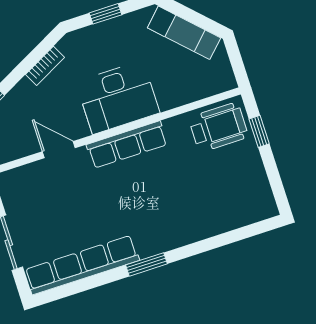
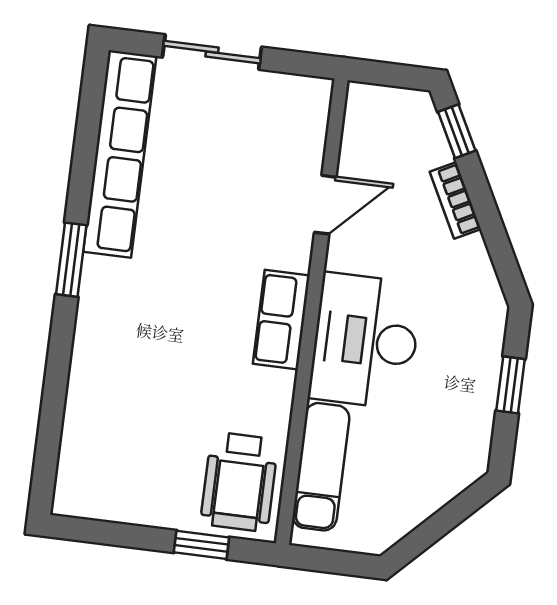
exam couch: (184, 33) -> (321, 467), moved, turned 135
bookcase: (45, 66) -> (455, 200), moved
row of seats: (127, 145) -> (281, 320), width x0.68

